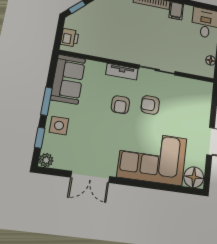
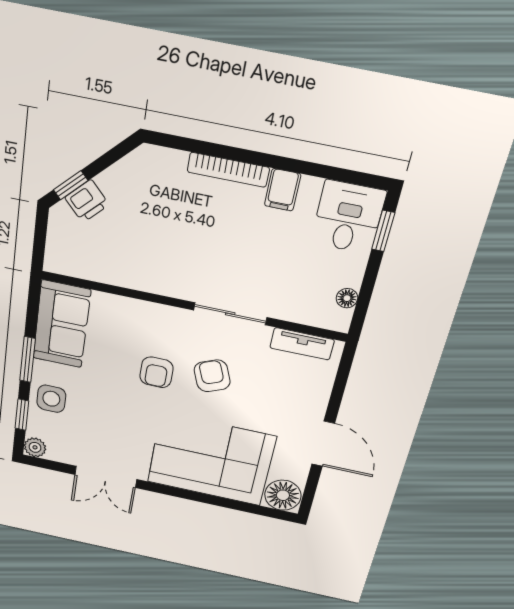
printer: (70, 38) -> (87, 201), moved, turned 46
tv unit: (122, 72) -> (302, 344), moved
armchair: (150, 105) -> (212, 376), turned 68

